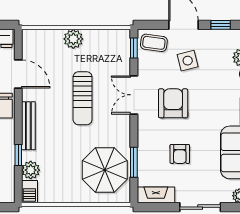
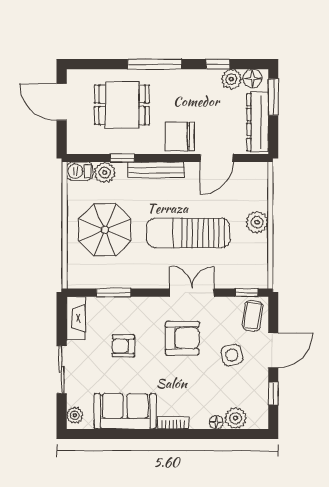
sun lounger: (83, 98) -> (188, 233), width x1.36, depth x1.34
parasol: (105, 170) -> (105, 230), moved

